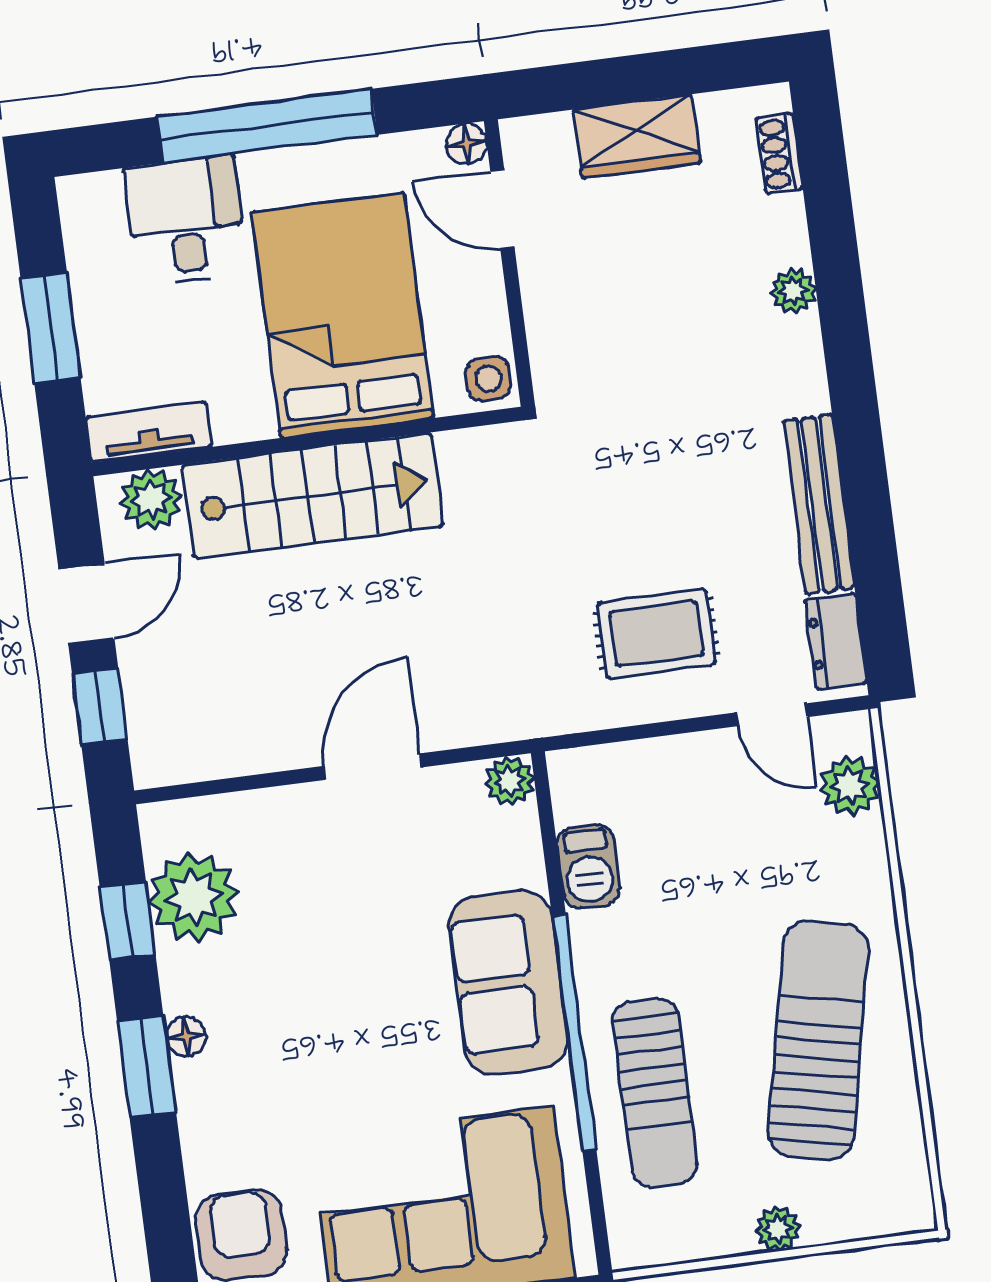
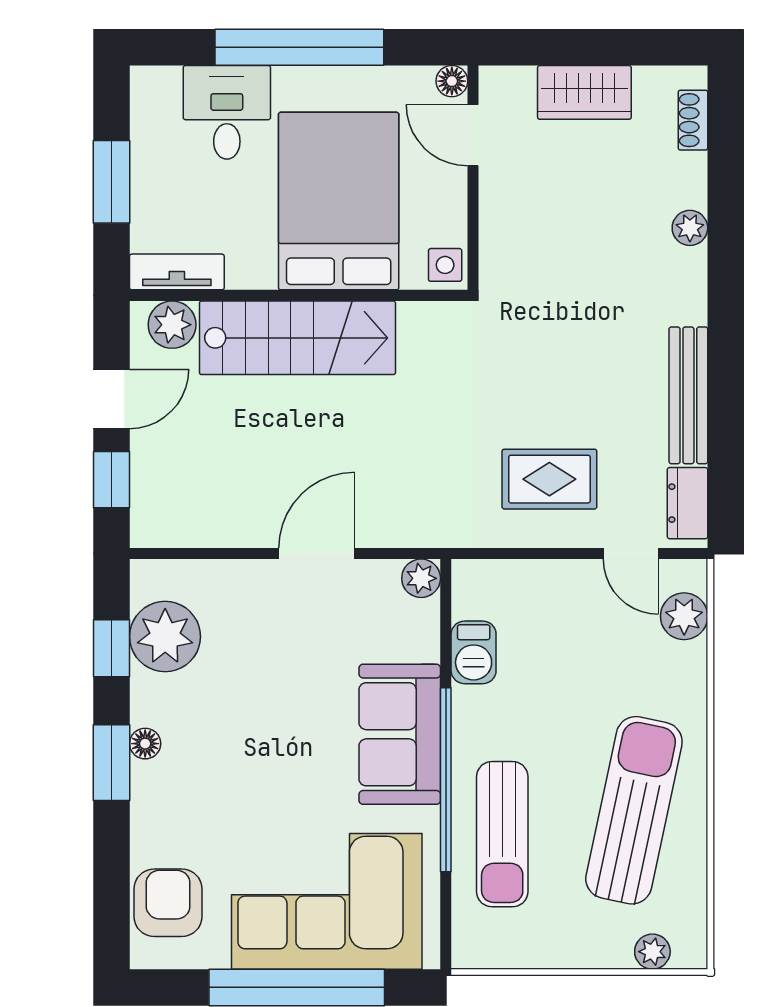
plant: (778, 1229) -> (652, 952), moved

